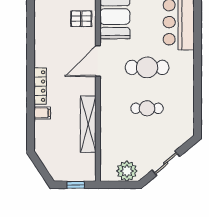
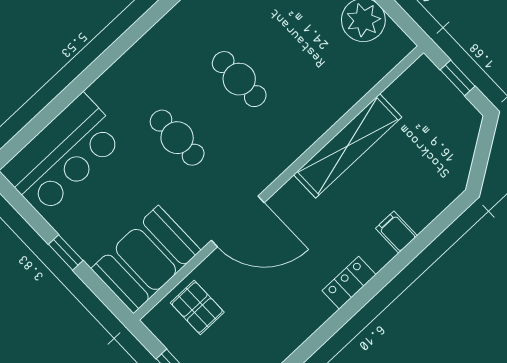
cafe table: (147, 67) -> (177, 138), width x0.73, depth x0.74
locker: (40, 86) -> (349, 283), width x0.66

